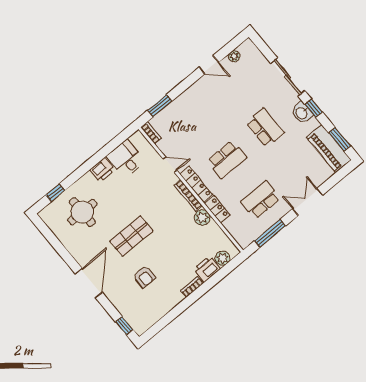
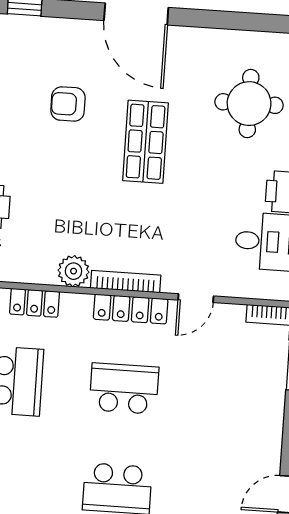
school desk: (227, 159) -> (124, 388), turned 90
locker: (217, 209) -> (35, 303), moved

